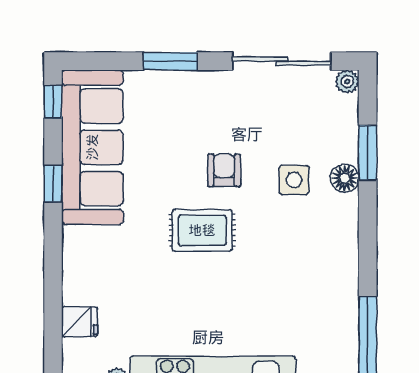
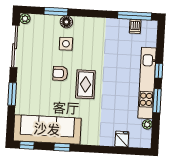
dishwasher: (343, 338) -> (135, 26), added

